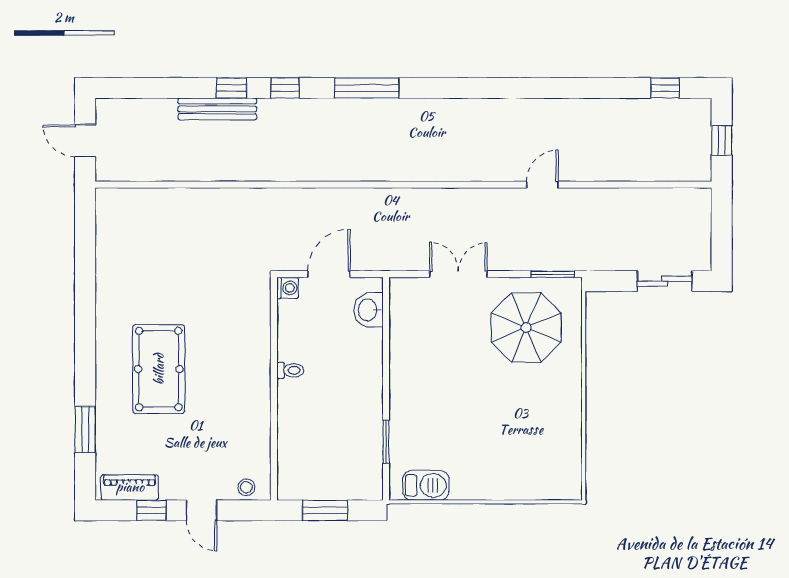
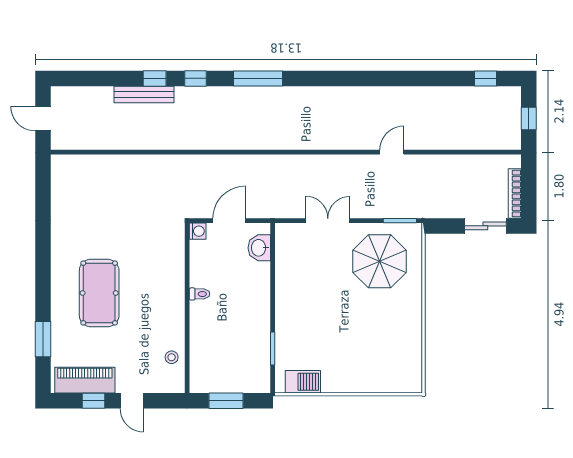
bookcase: (703, 239) -> (515, 193), added
piano: (130, 487) -> (85, 380), width x1.37, depth x1.33
stool: (246, 487) -> (172, 357), moved

